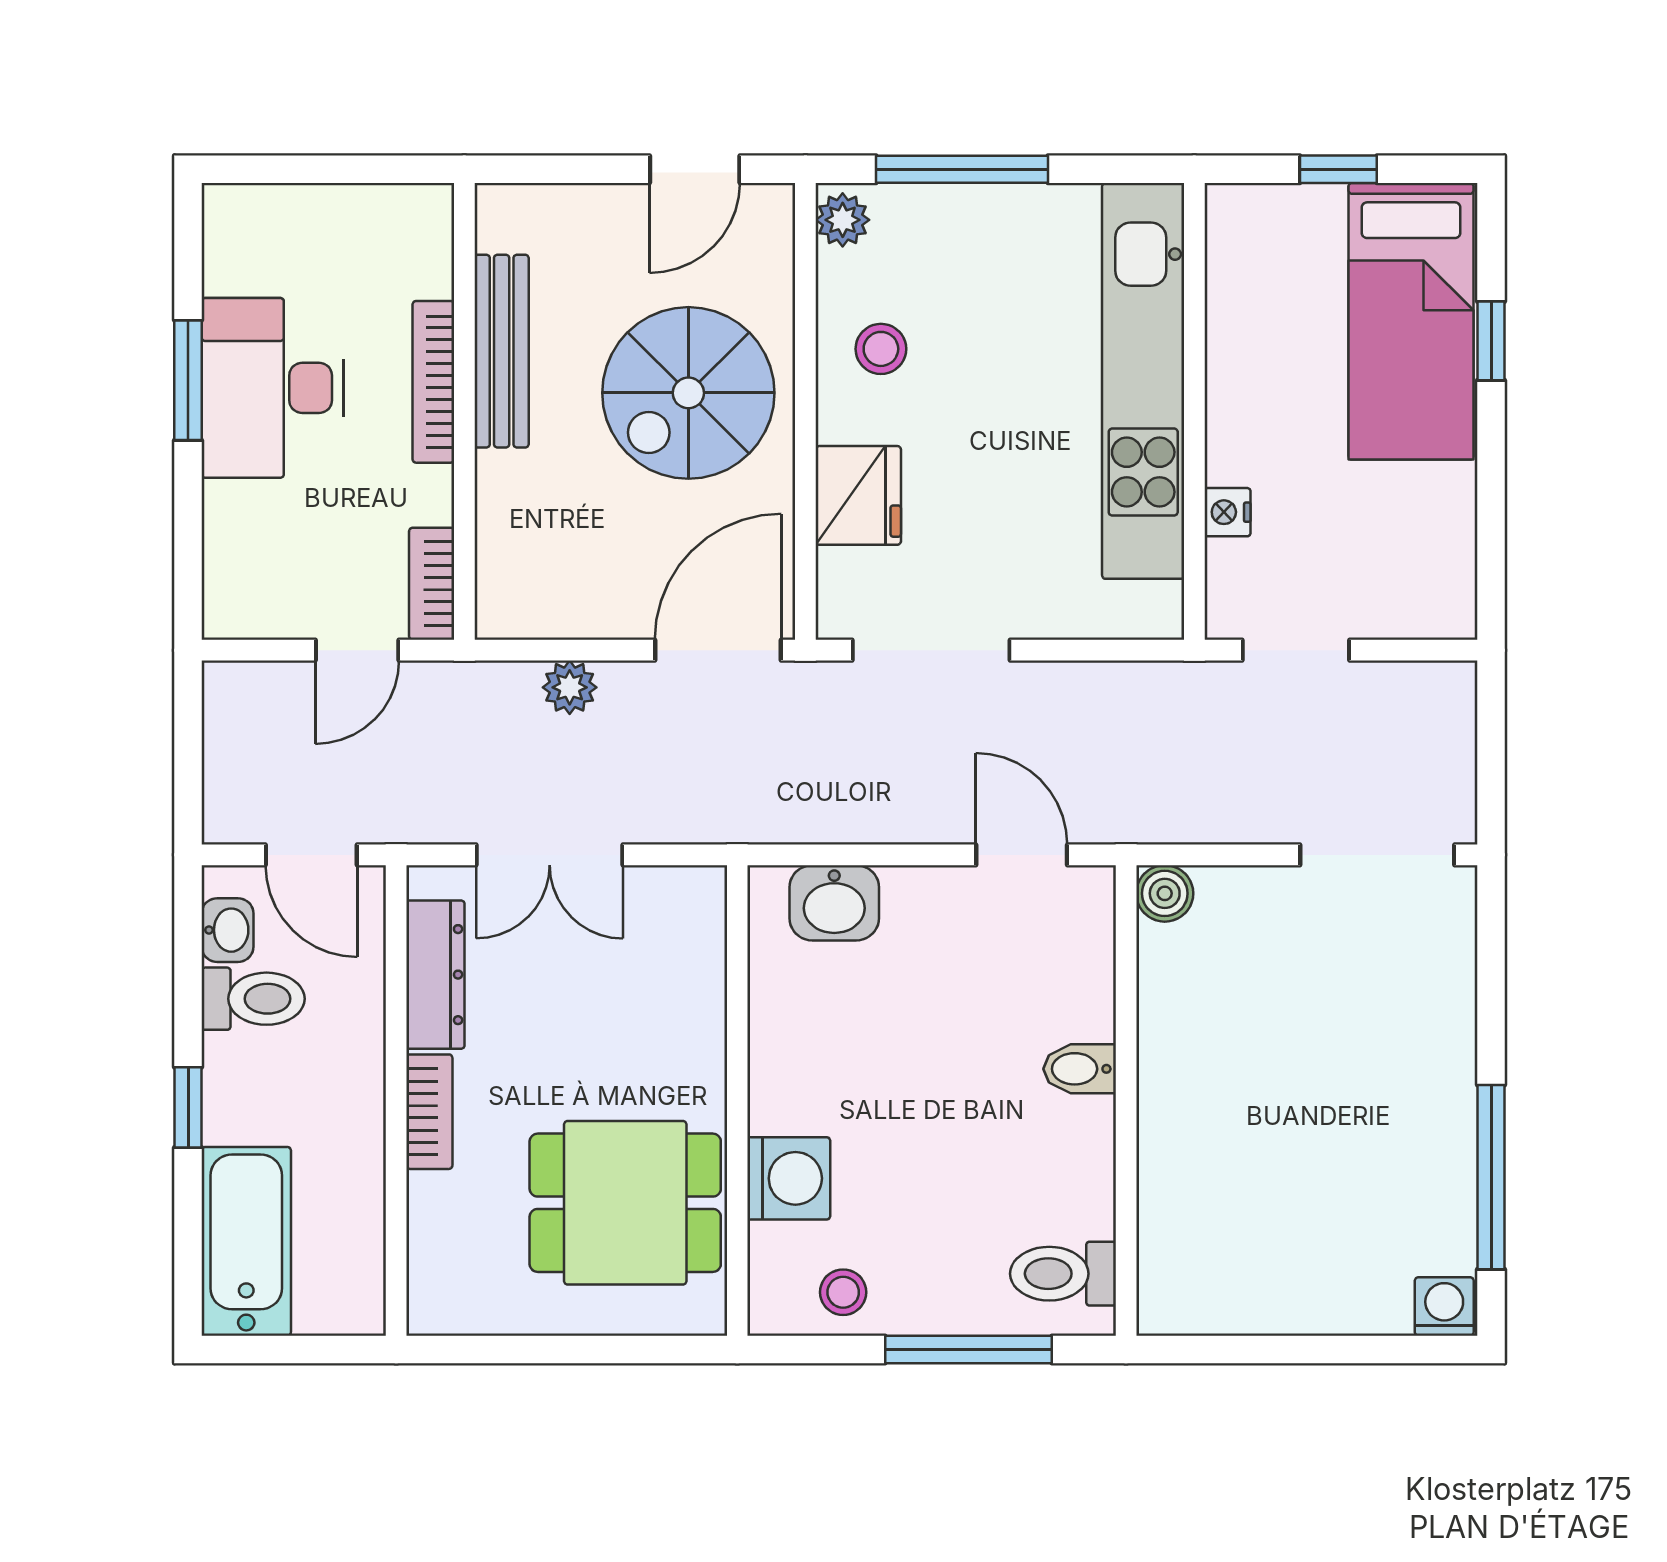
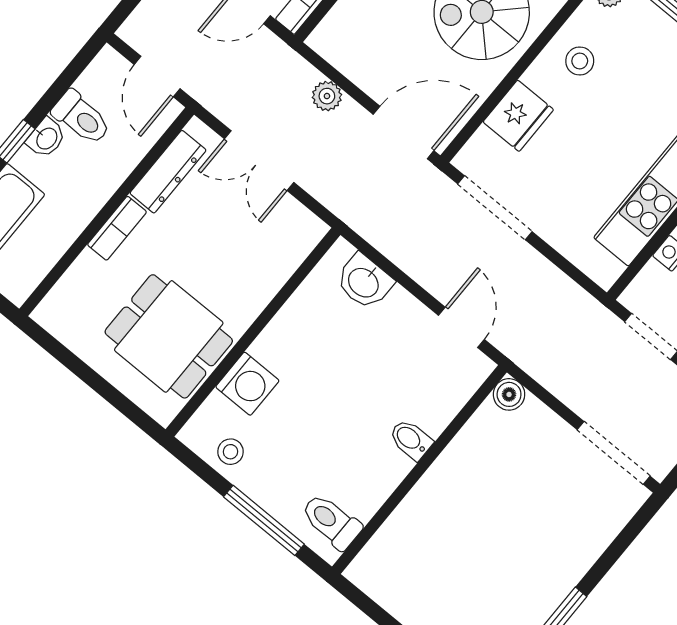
washbasin: (228, 930) -> (46, 138), moved

